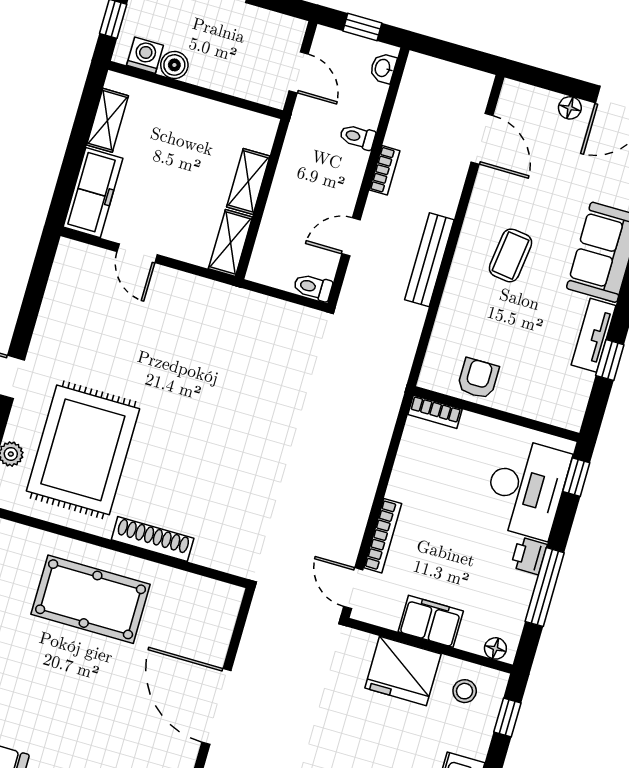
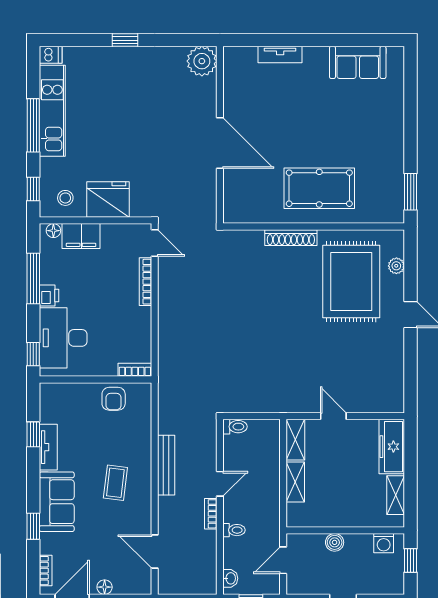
boiler: (174, 65) -> (335, 542), moved
door: (299, 72) -> (283, 560), hinge flipped
door: (351, 237) -> (220, 484), moved
door: (137, 253) -> (333, 416), moved
filing cabinet: (431, 621) -> (81, 236), moved

